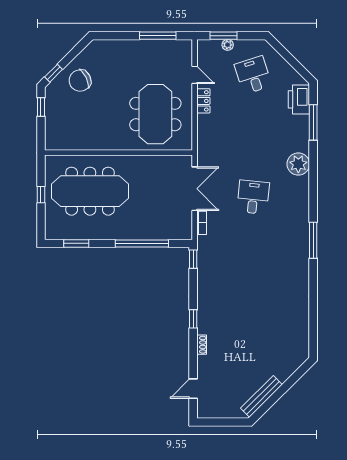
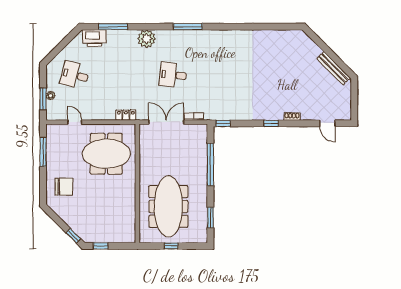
door: (195, 75) -> (75, 122), hinge flipped
desk: (253, 75) -> (75, 75), turned 33
chair: (80, 81) -> (64, 187), moved, turned -64
locker: (203, 101) -> (126, 115), moved
window: (313, 240) -> (188, 27), moved

